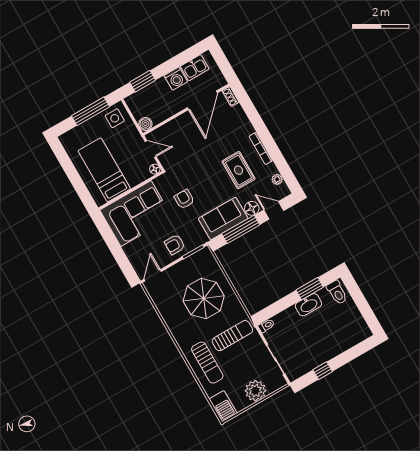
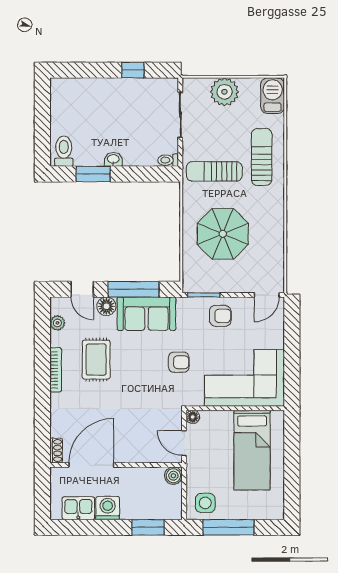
armchair: (184, 199) -> (179, 362), turned -90
washbasin: (308, 305) -> (113, 159), width x0.52, depth x0.69

